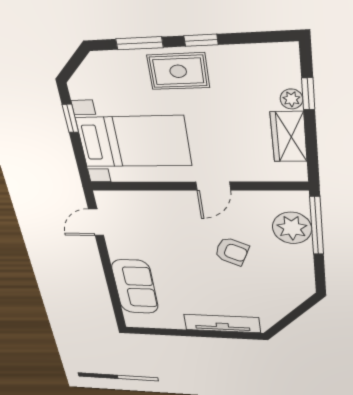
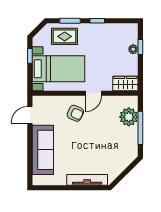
rug: (178, 71) -> (65, 36), moved
wardrobe: (289, 137) -> (125, 83), moved, turned 90
window: (317, 226) -> (140, 128), moved
armchair: (232, 251) -> (75, 113), moved
sofa: (135, 287) -> (43, 150), width x1.36

